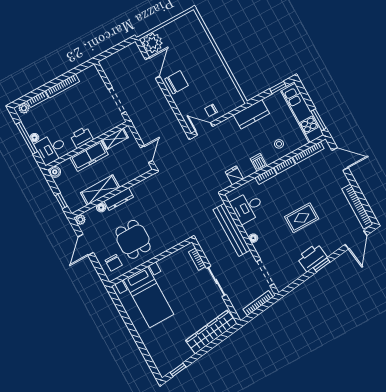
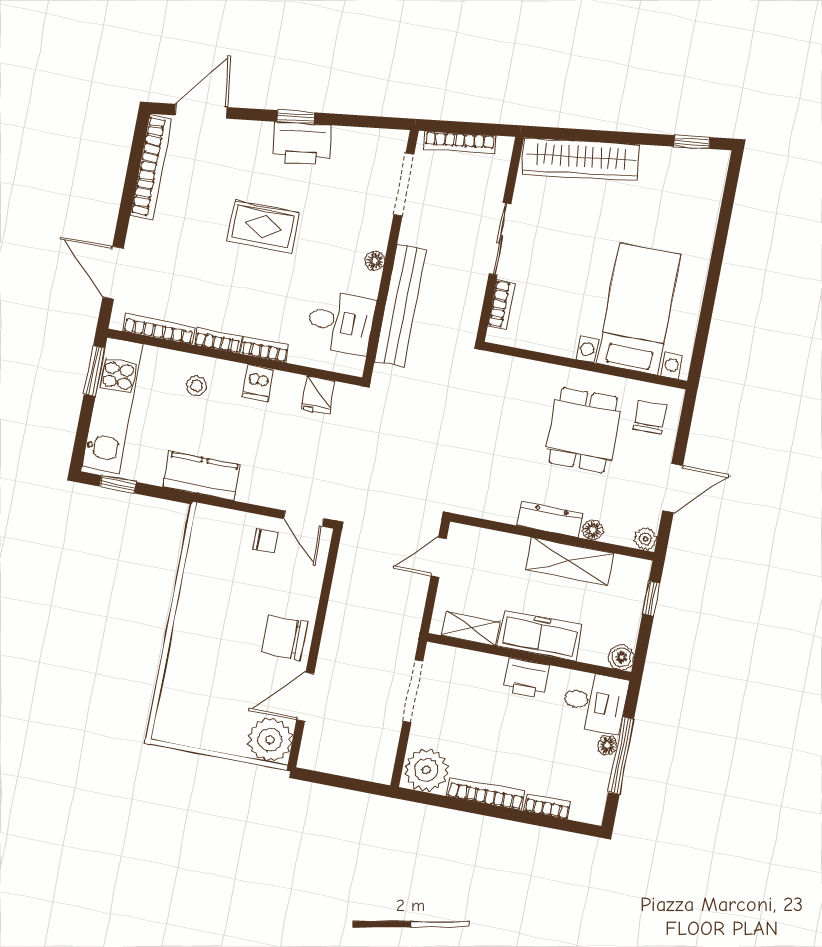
plant: (24, 108) -> (426, 770), moved, width x1.87, depth x1.87

